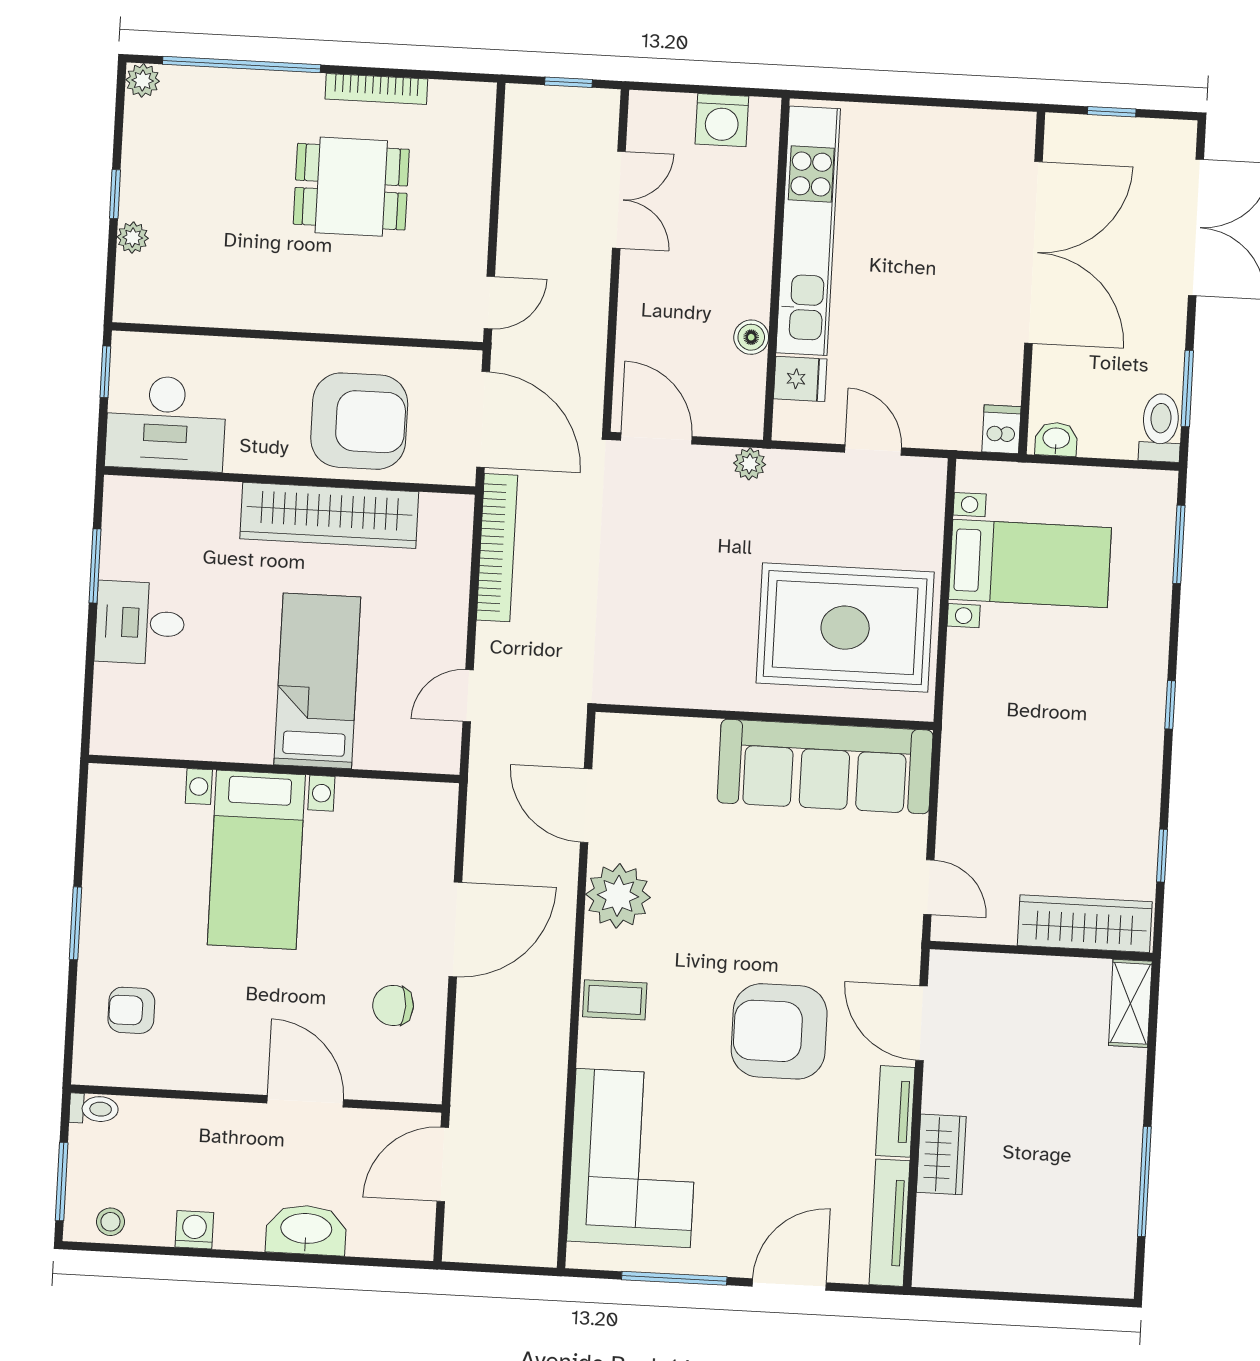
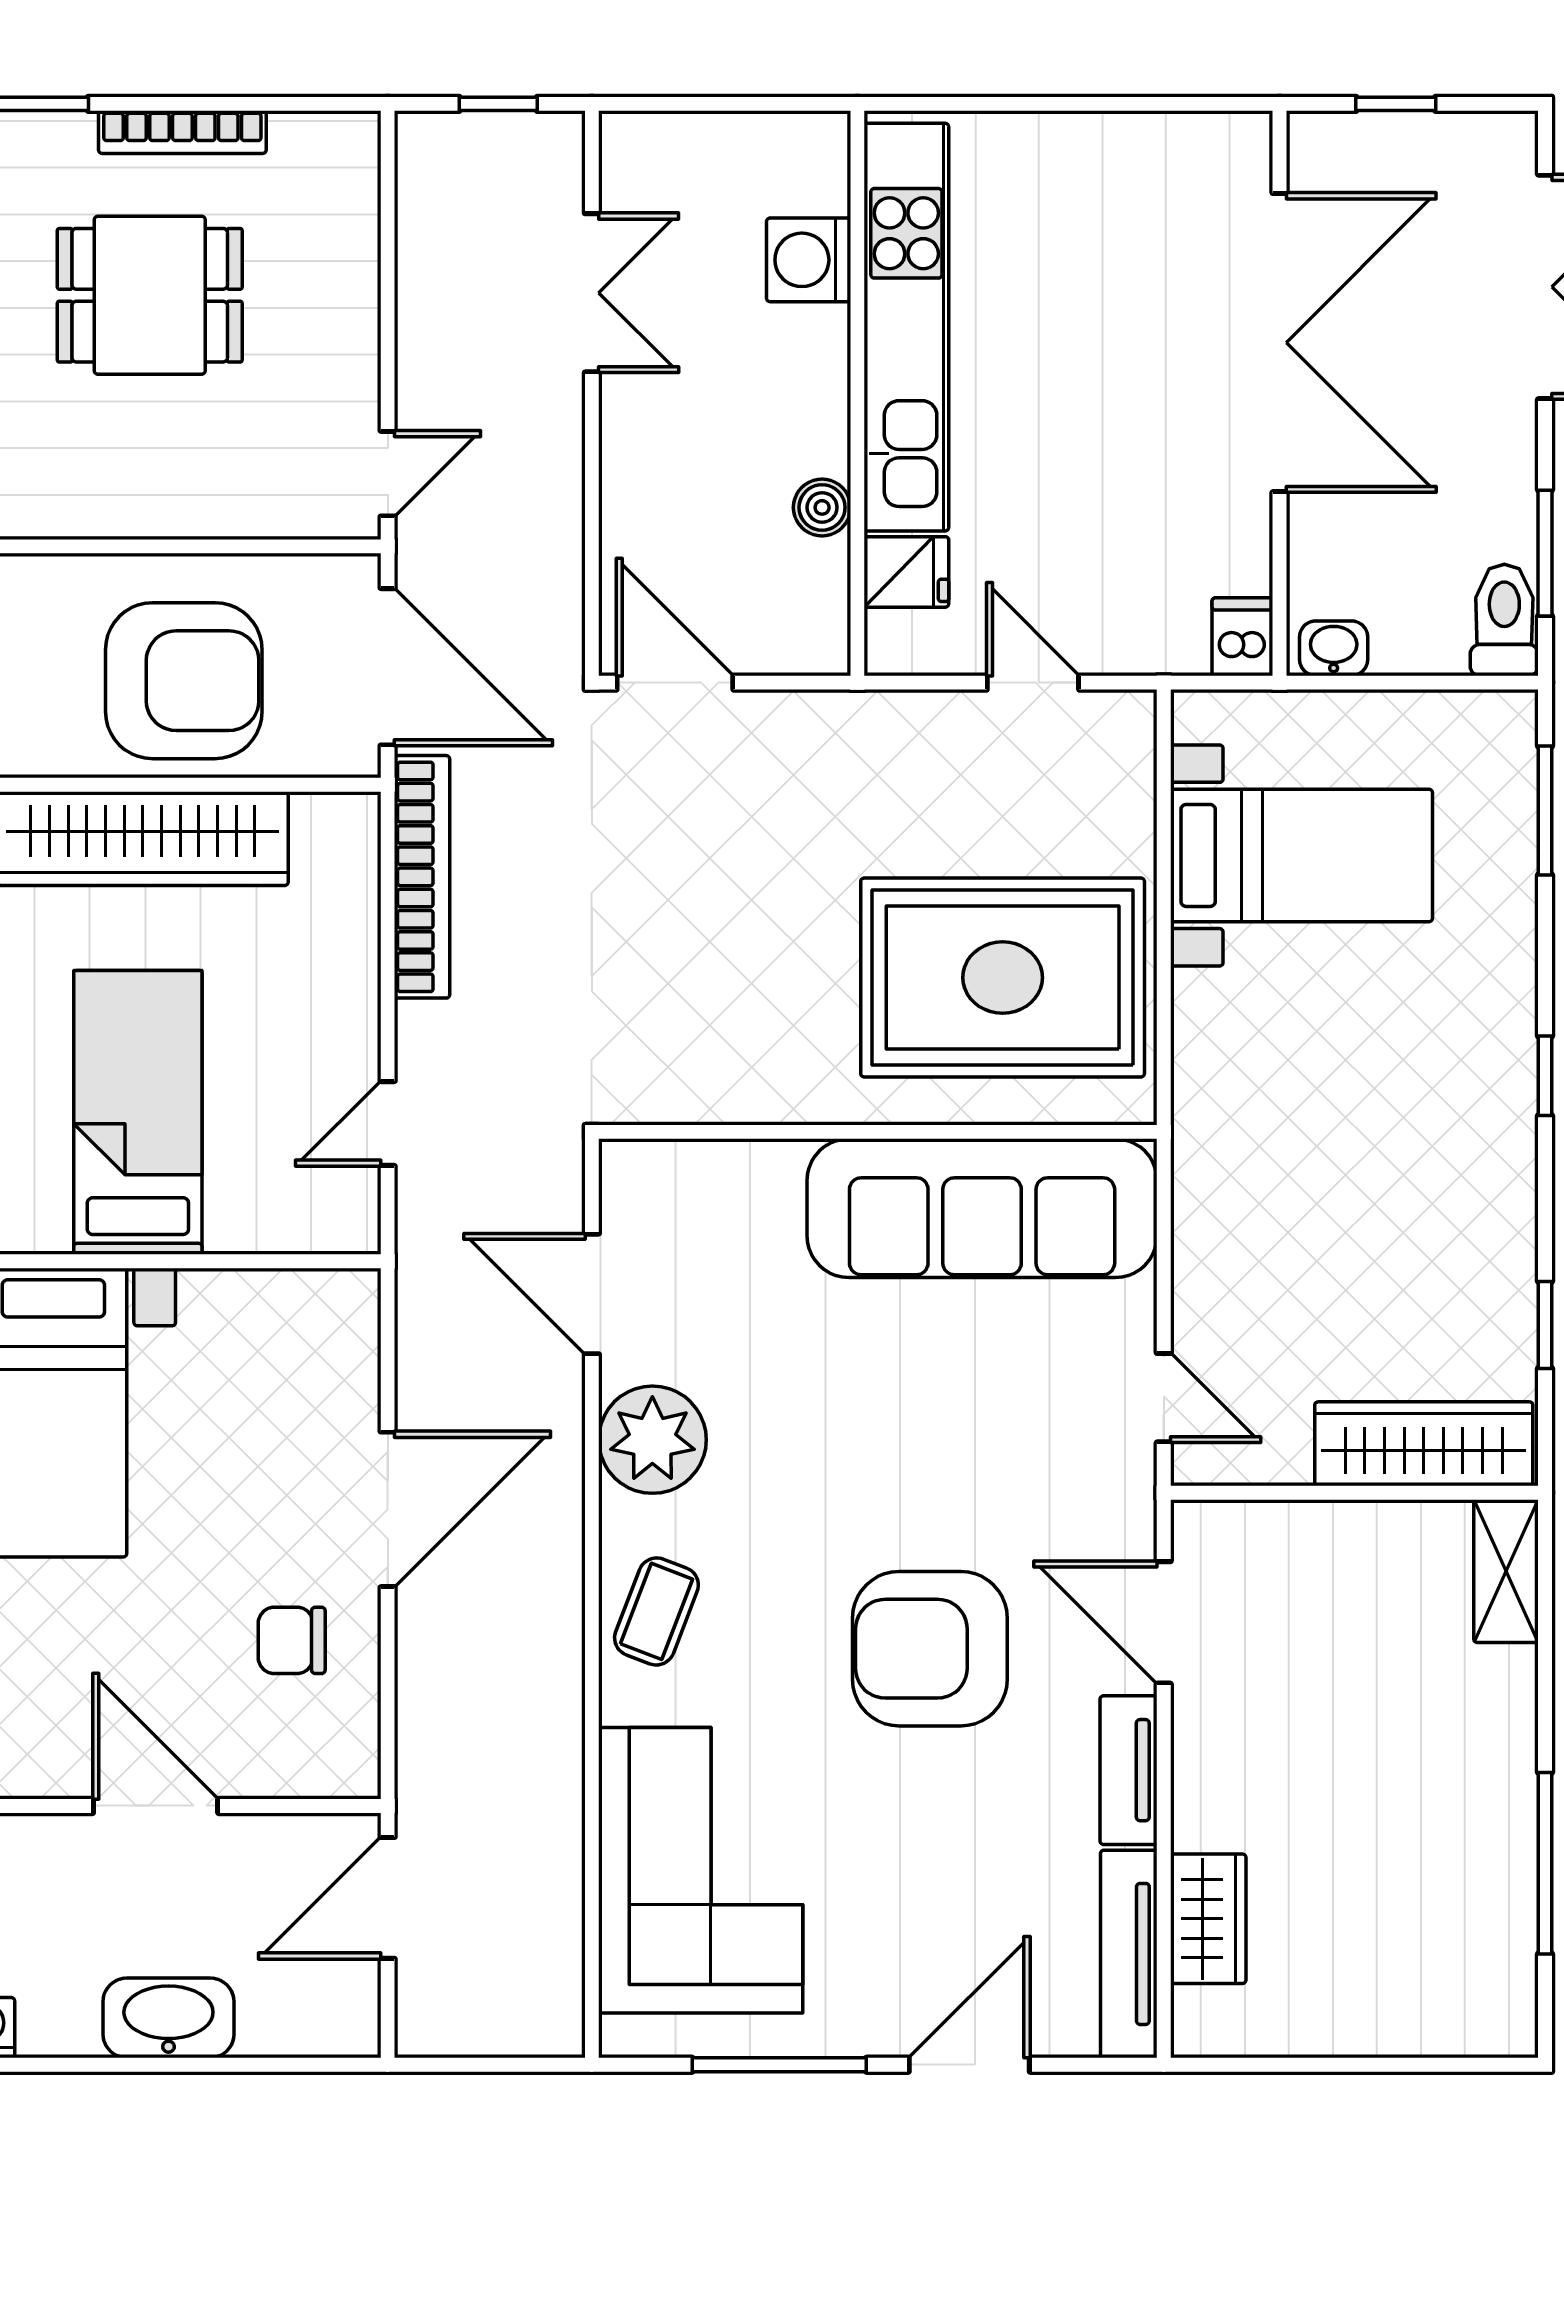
washing machine: (722, 120) -> (809, 260), moved, turned 90
plant: (750, 464) -> (831, 716), removed
coffee table: (615, 1000) -> (656, 1611), turned -69
wardrobe: (941, 1154) -> (1208, 1919), moved

